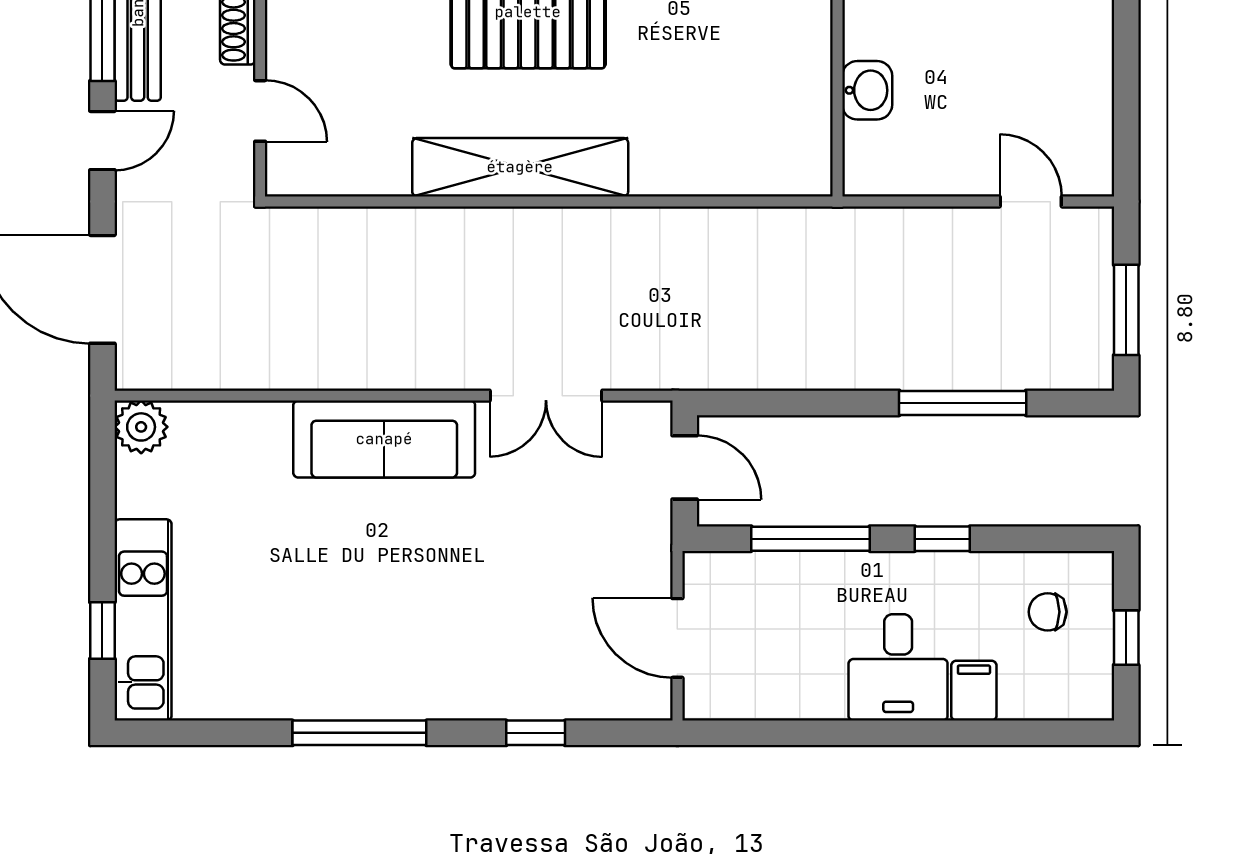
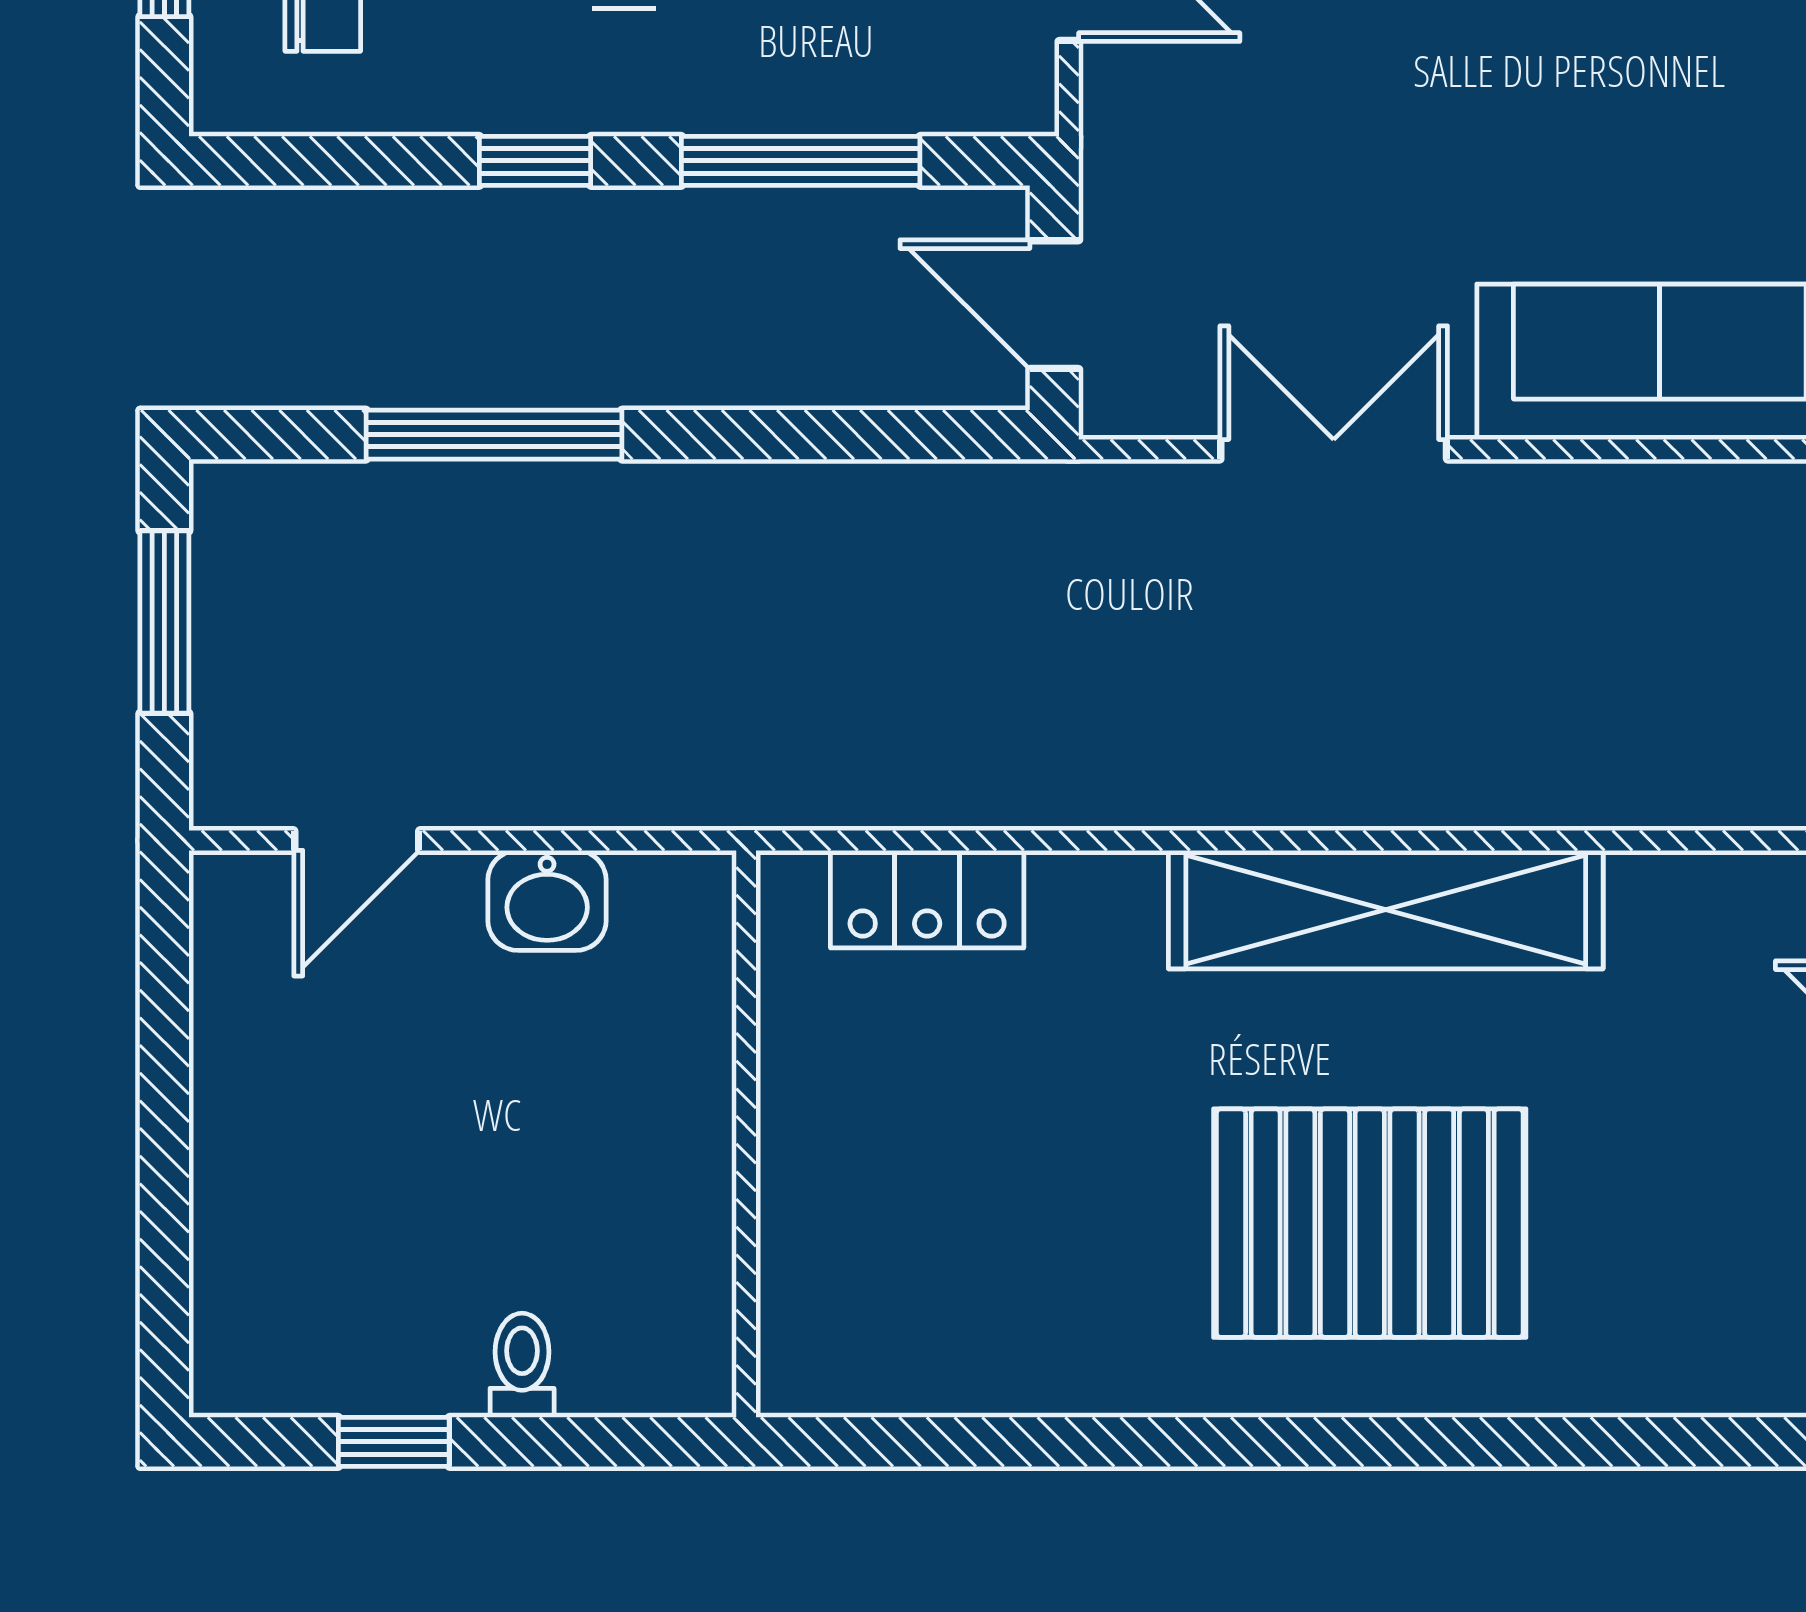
washbasin: (867, 90) -> (547, 900), moved, turned -90
locker: (748, 172) -> (927, 899), added
door: (1031, 202) -> (357, 840), hinge flipped

